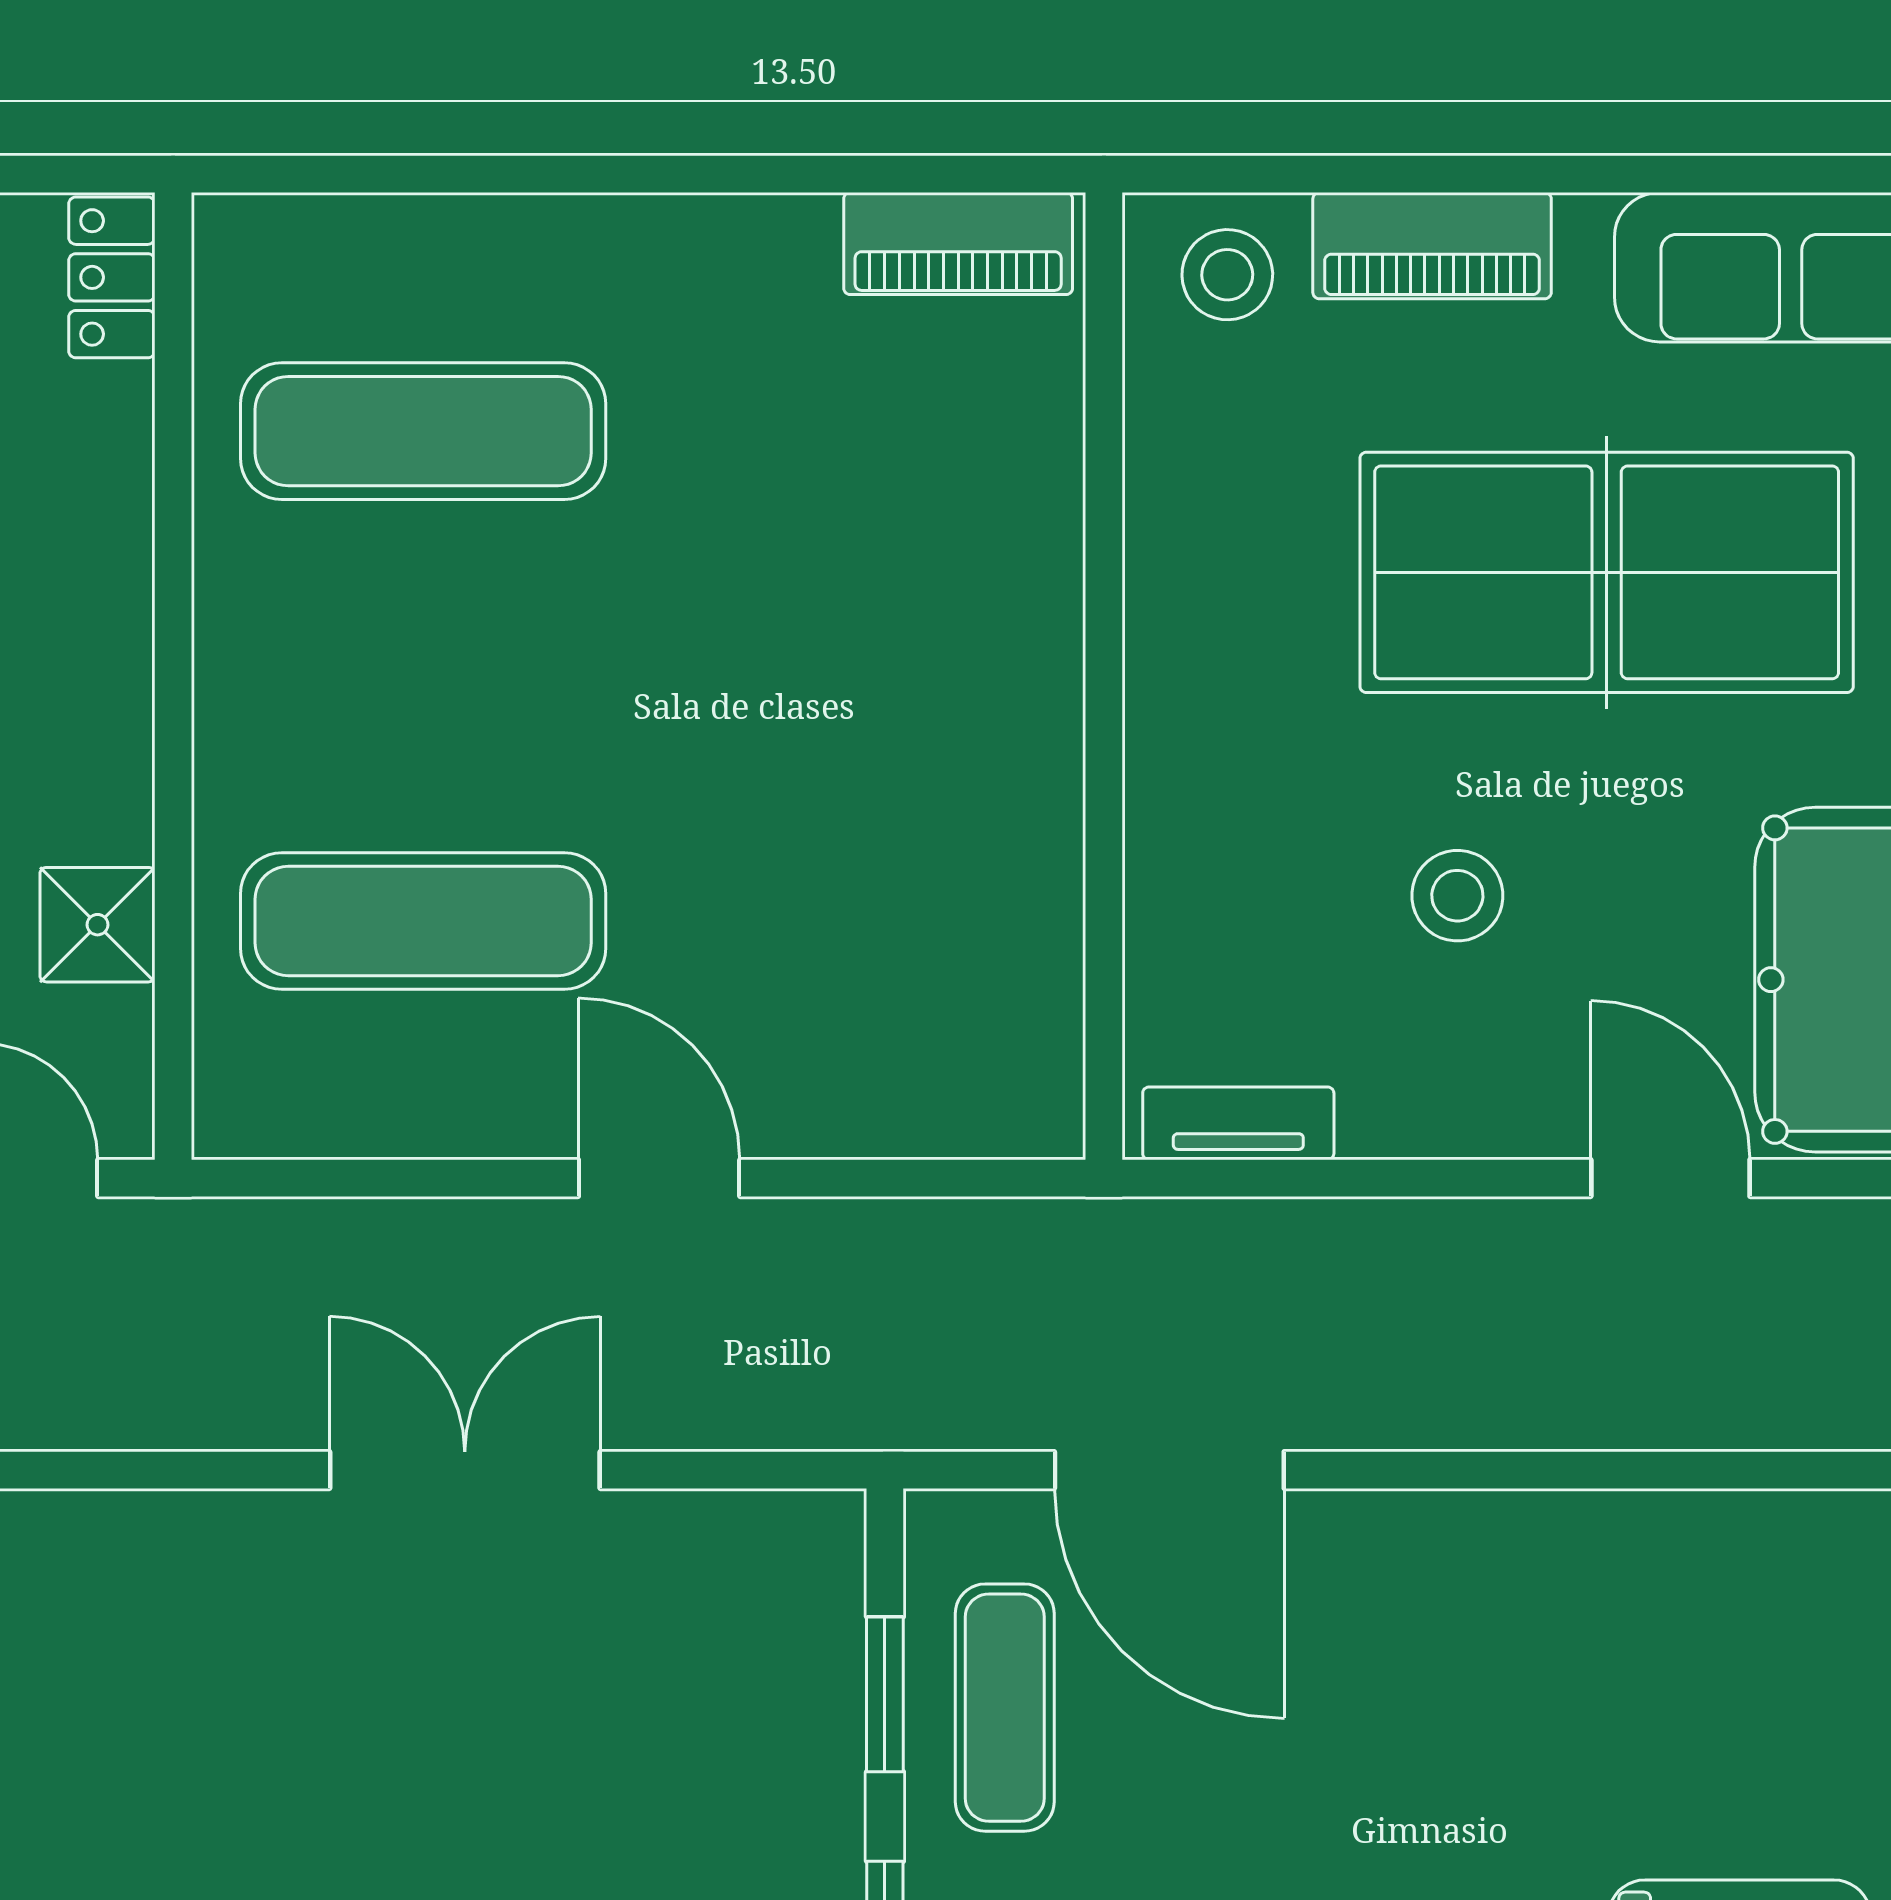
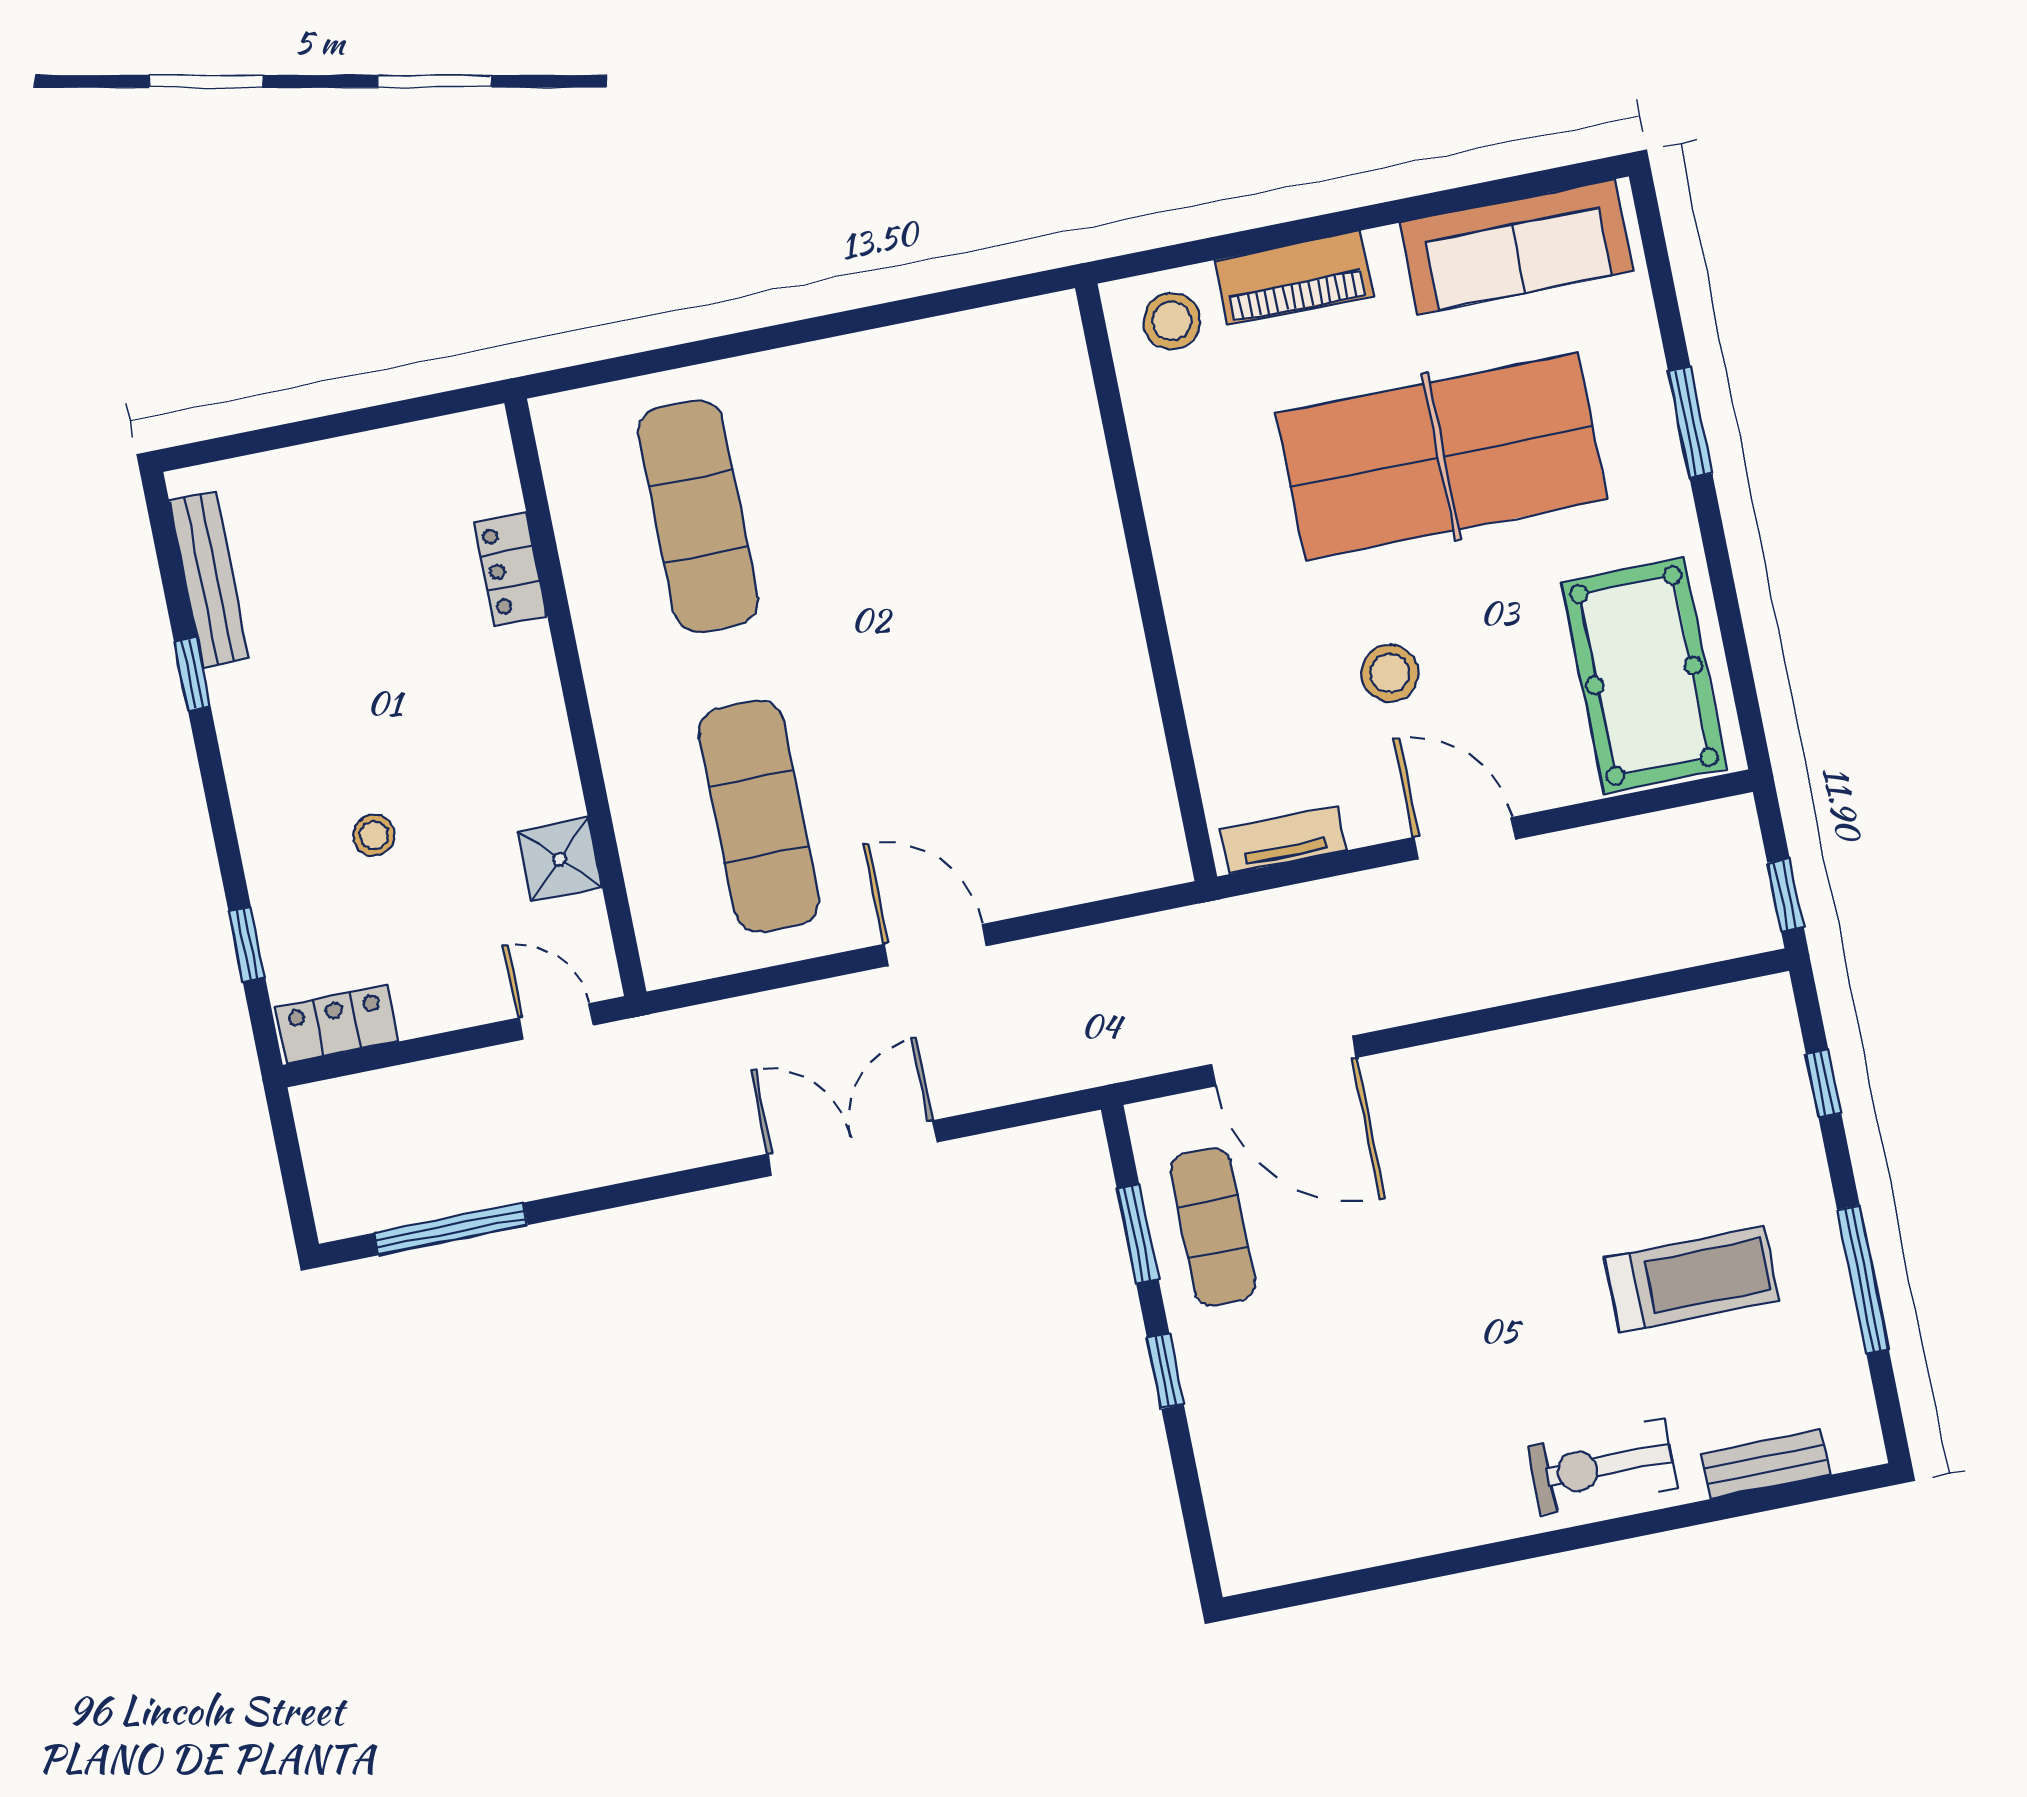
piano: (958, 243) -> (1003, 335), removed
locker: (112, 277) -> (510, 569), moved
exercise mat: (423, 431) -> (698, 516), turned 90
exercise mat: (423, 921) -> (759, 817), turned 90
door: (1670, 1178) -> (1465, 838), moved

